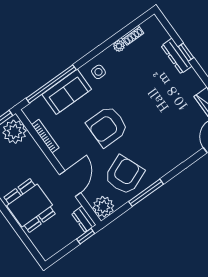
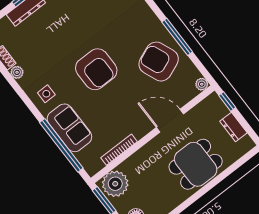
armchair: (107, 126) -> (96, 69), moved
plant: (103, 207) -> (202, 84), width x0.53, depth x0.53
dresser: (84, 219) -> (233, 127), moved, turned 90

